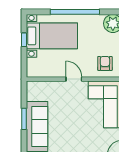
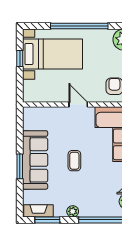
window: (24, 119) -> (20, 166), moved
coffee table: (71, 127) -> (74, 161), added

